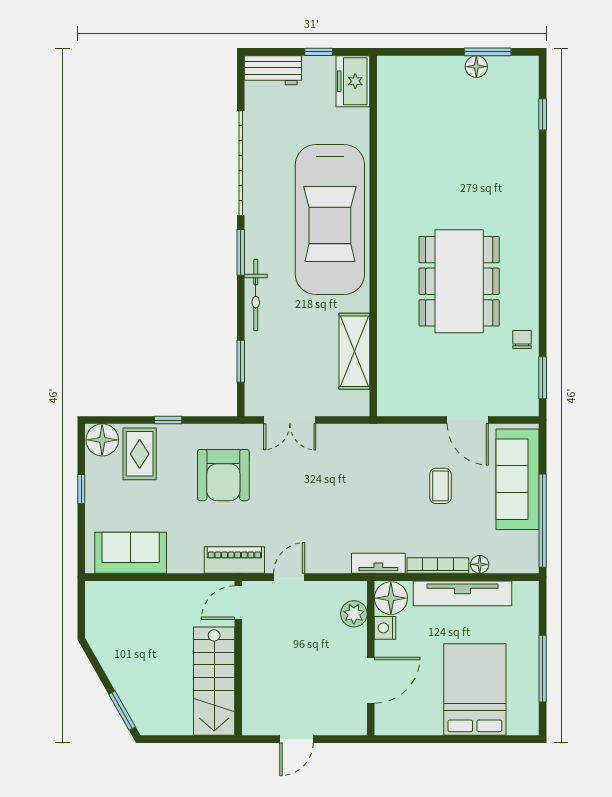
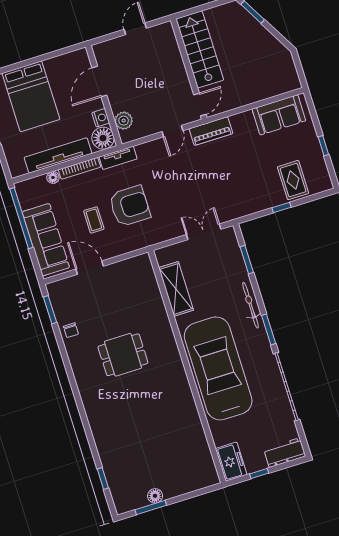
dining table: (459, 281) -> (123, 355), width x0.53, depth x0.80
floor lamp: (102, 440) -> (320, 181), removed
armchair: (223, 475) -> (130, 206), moved, turned 90

